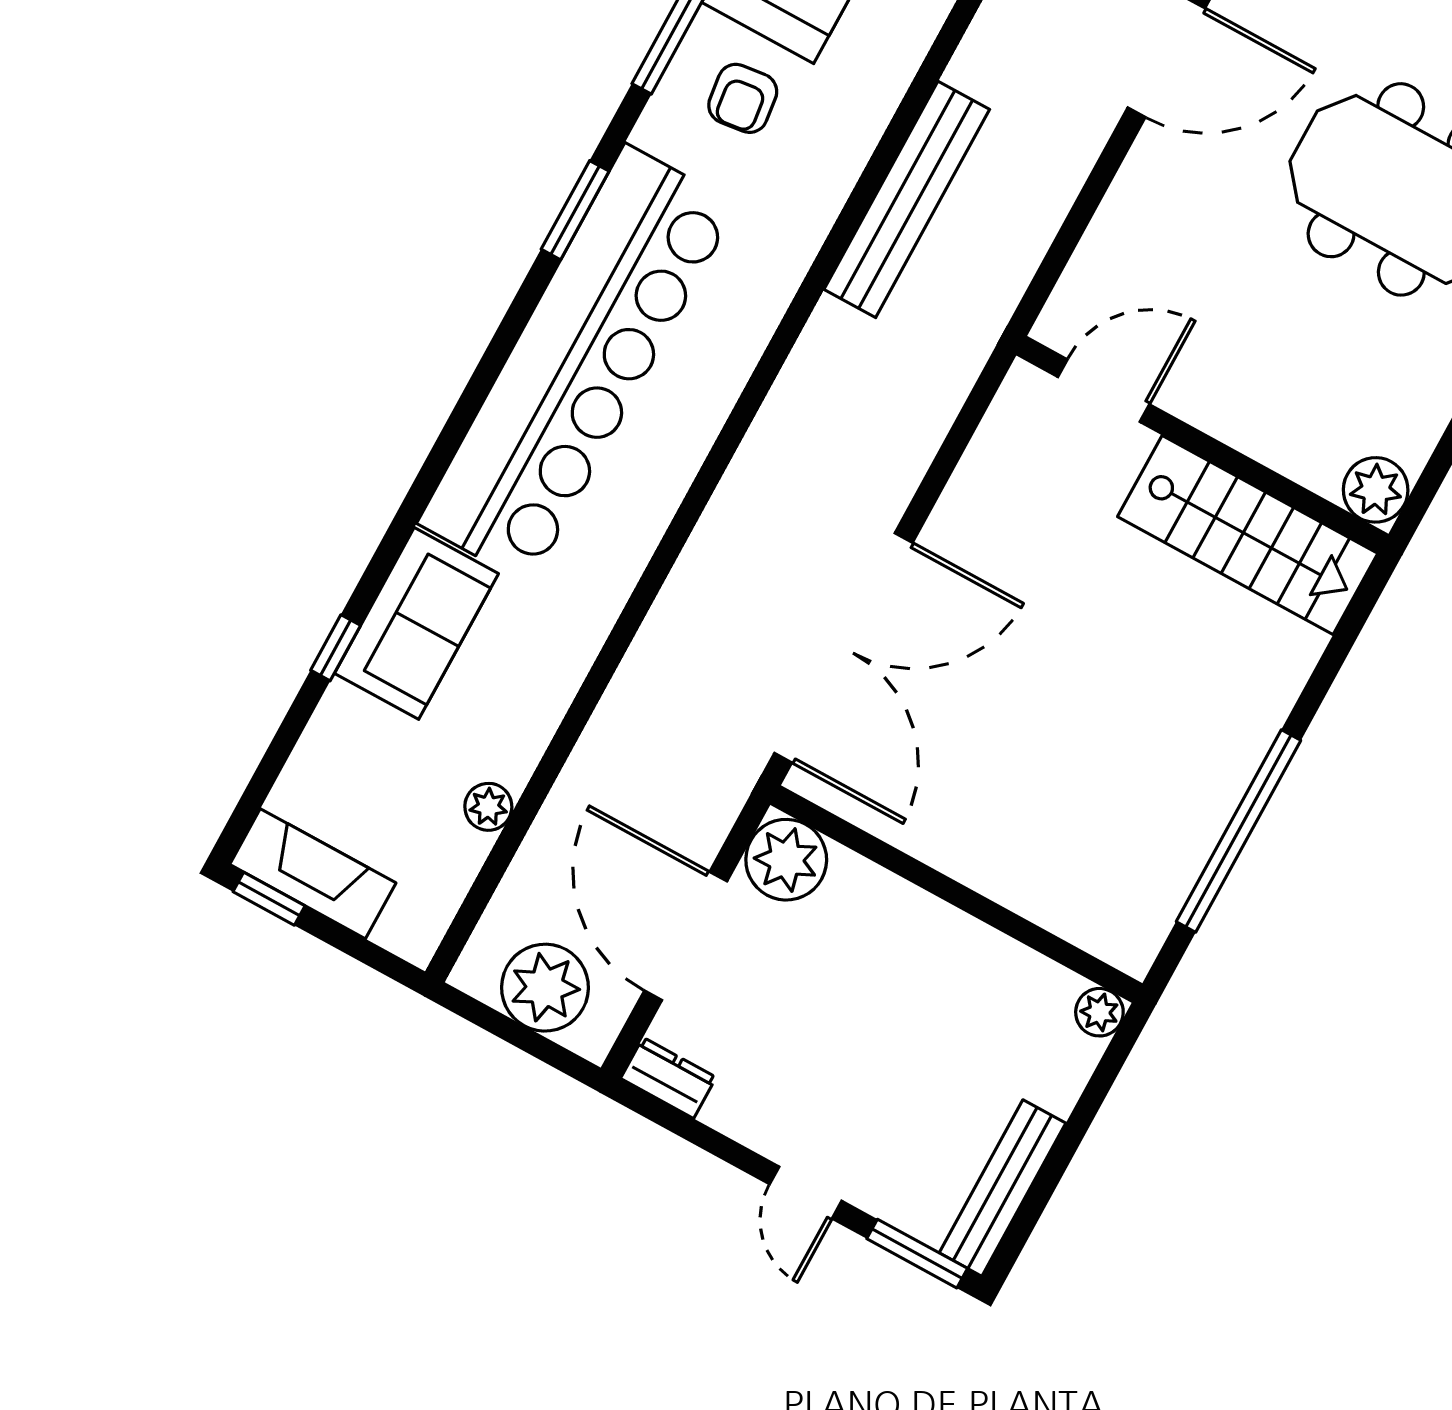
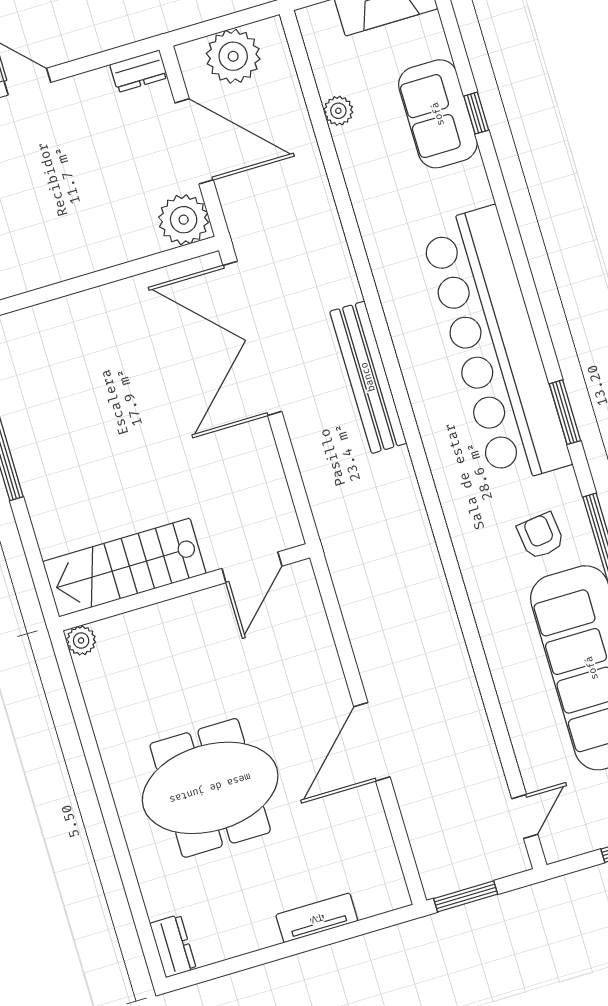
bench: (907, 199) -> (368, 377), moved
plant: (1376, 490) -> (81, 640), width x0.73, depth x0.73
sofa: (416, 623) -> (438, 114), moved

